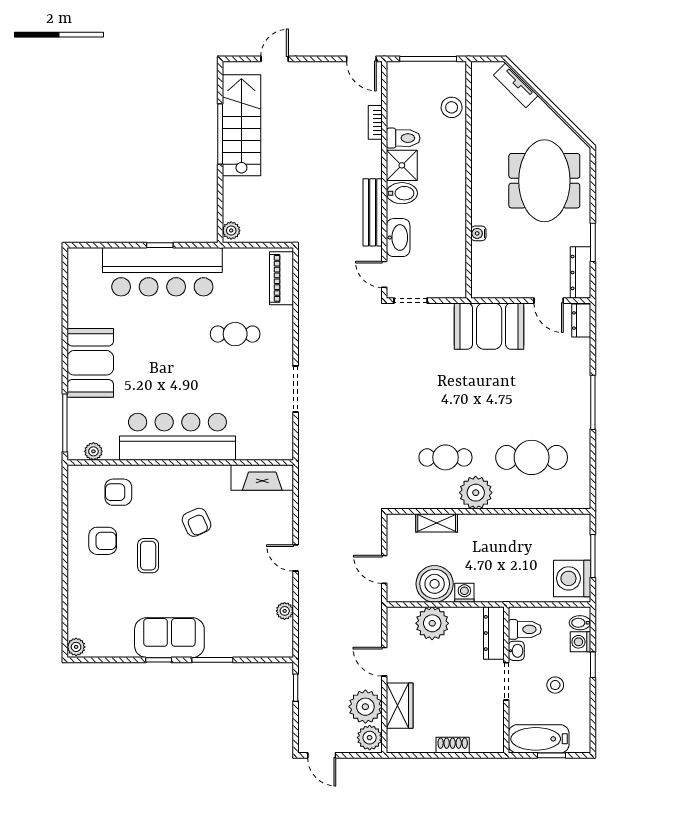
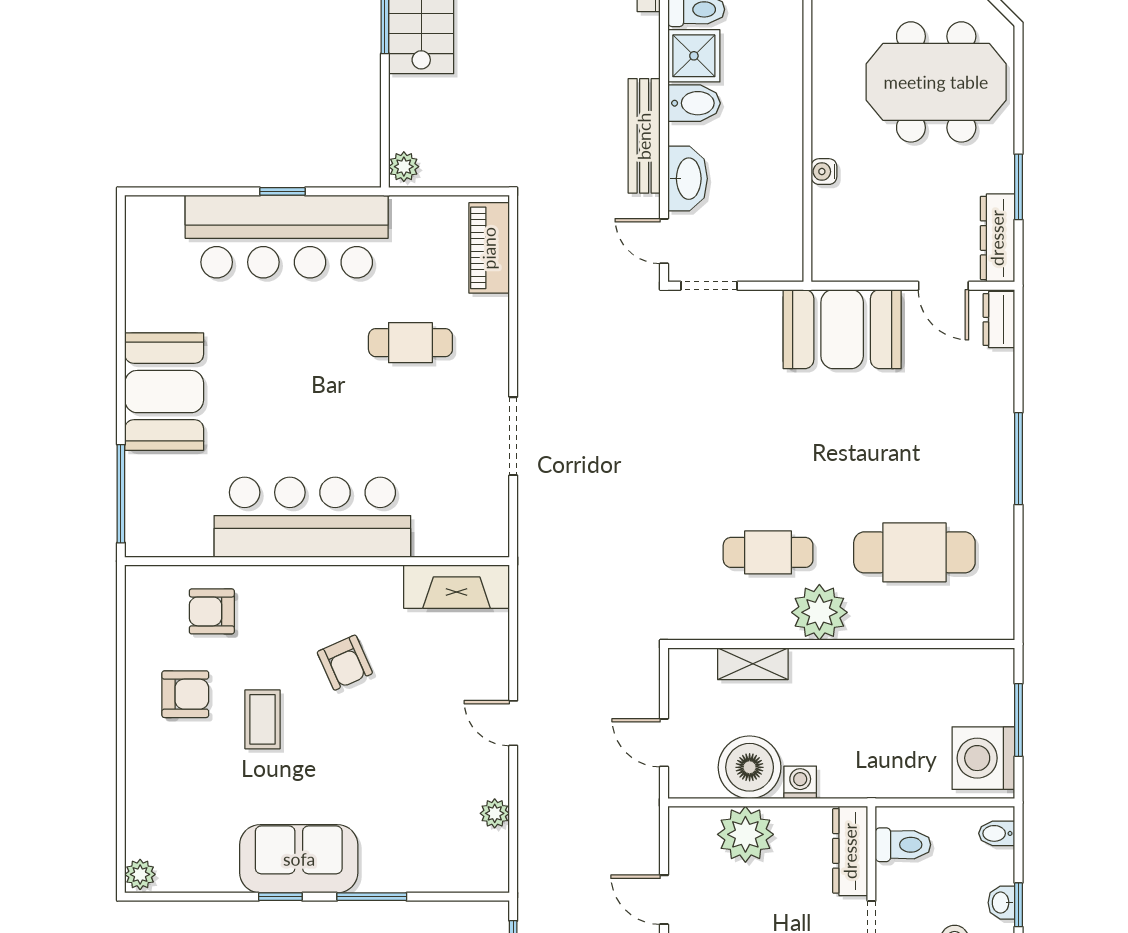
meeting table: (544, 181) -> (936, 82), turned 90
plant: (93, 451) -> (170, 542), removed
washing machine: (580, 642) -> (998, 866), removed
washbasin: (516, 651) -> (1001, 903), moved, turned 180

